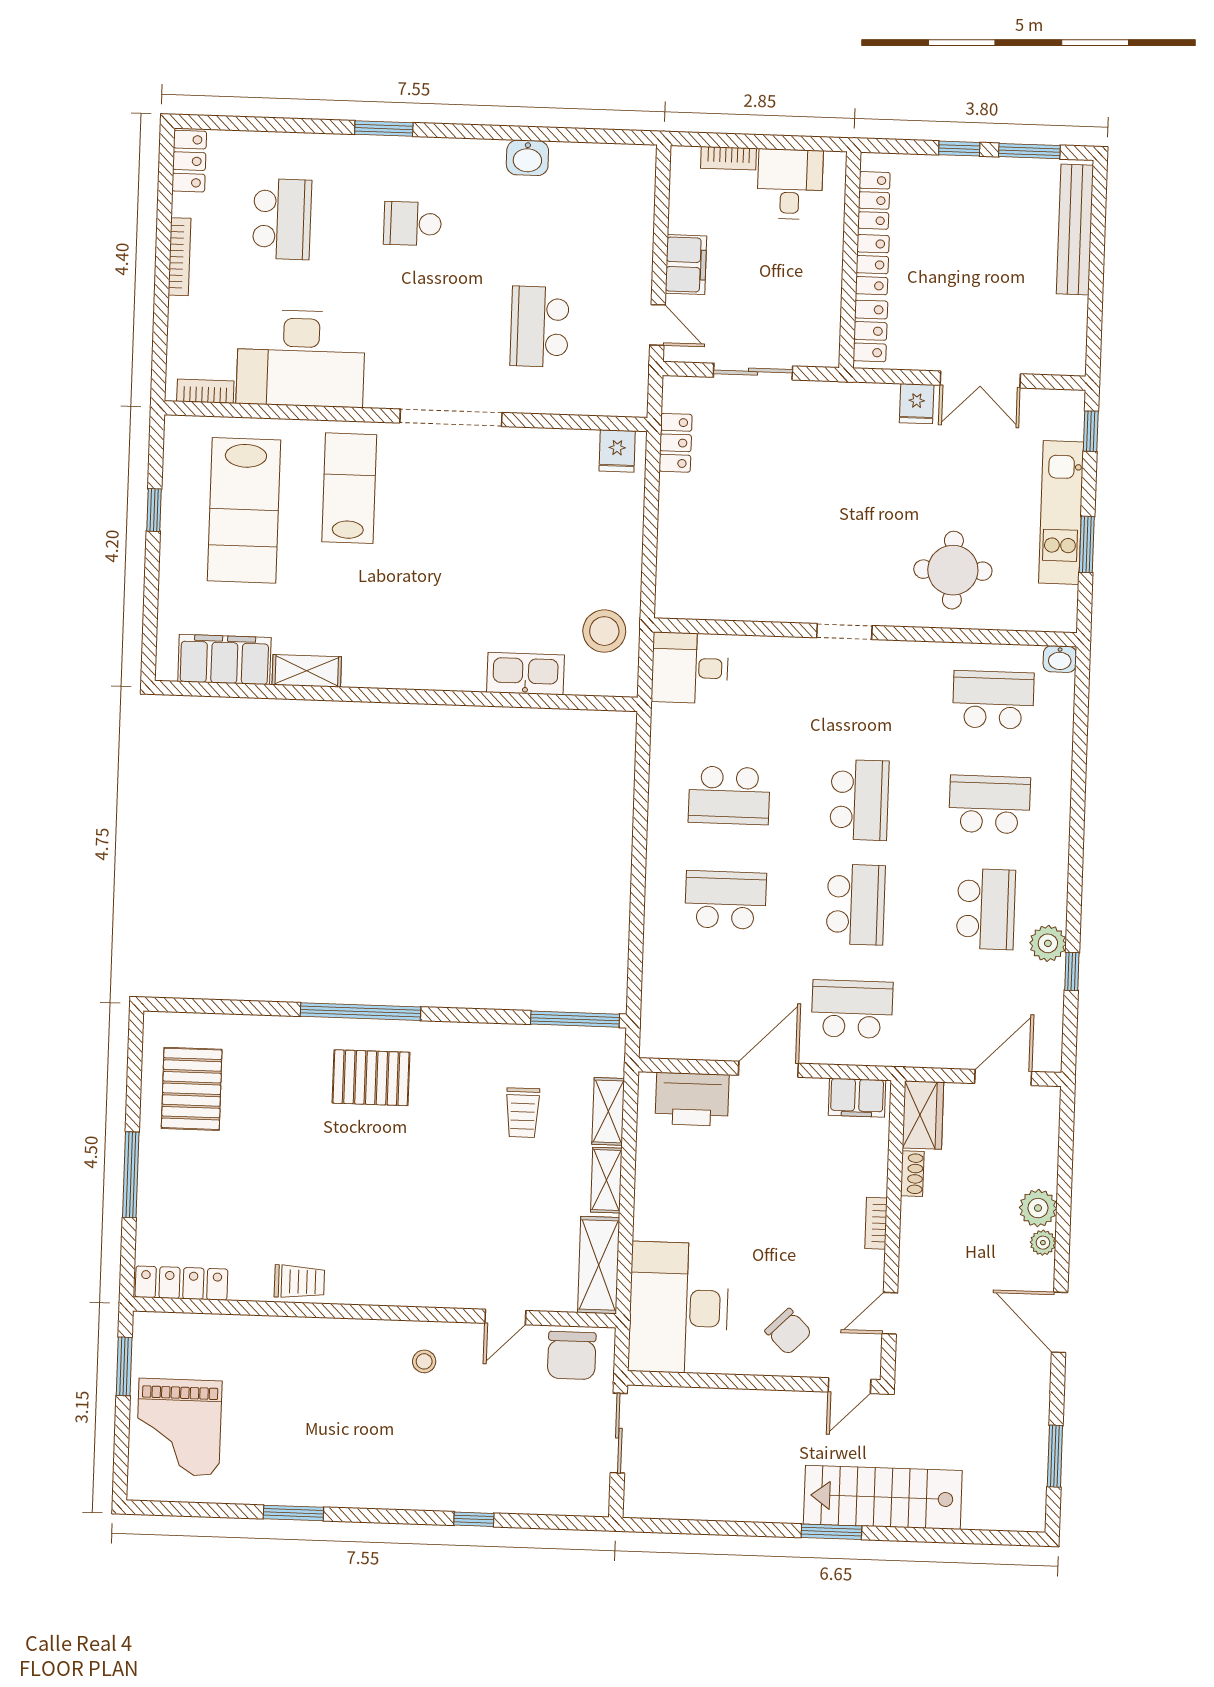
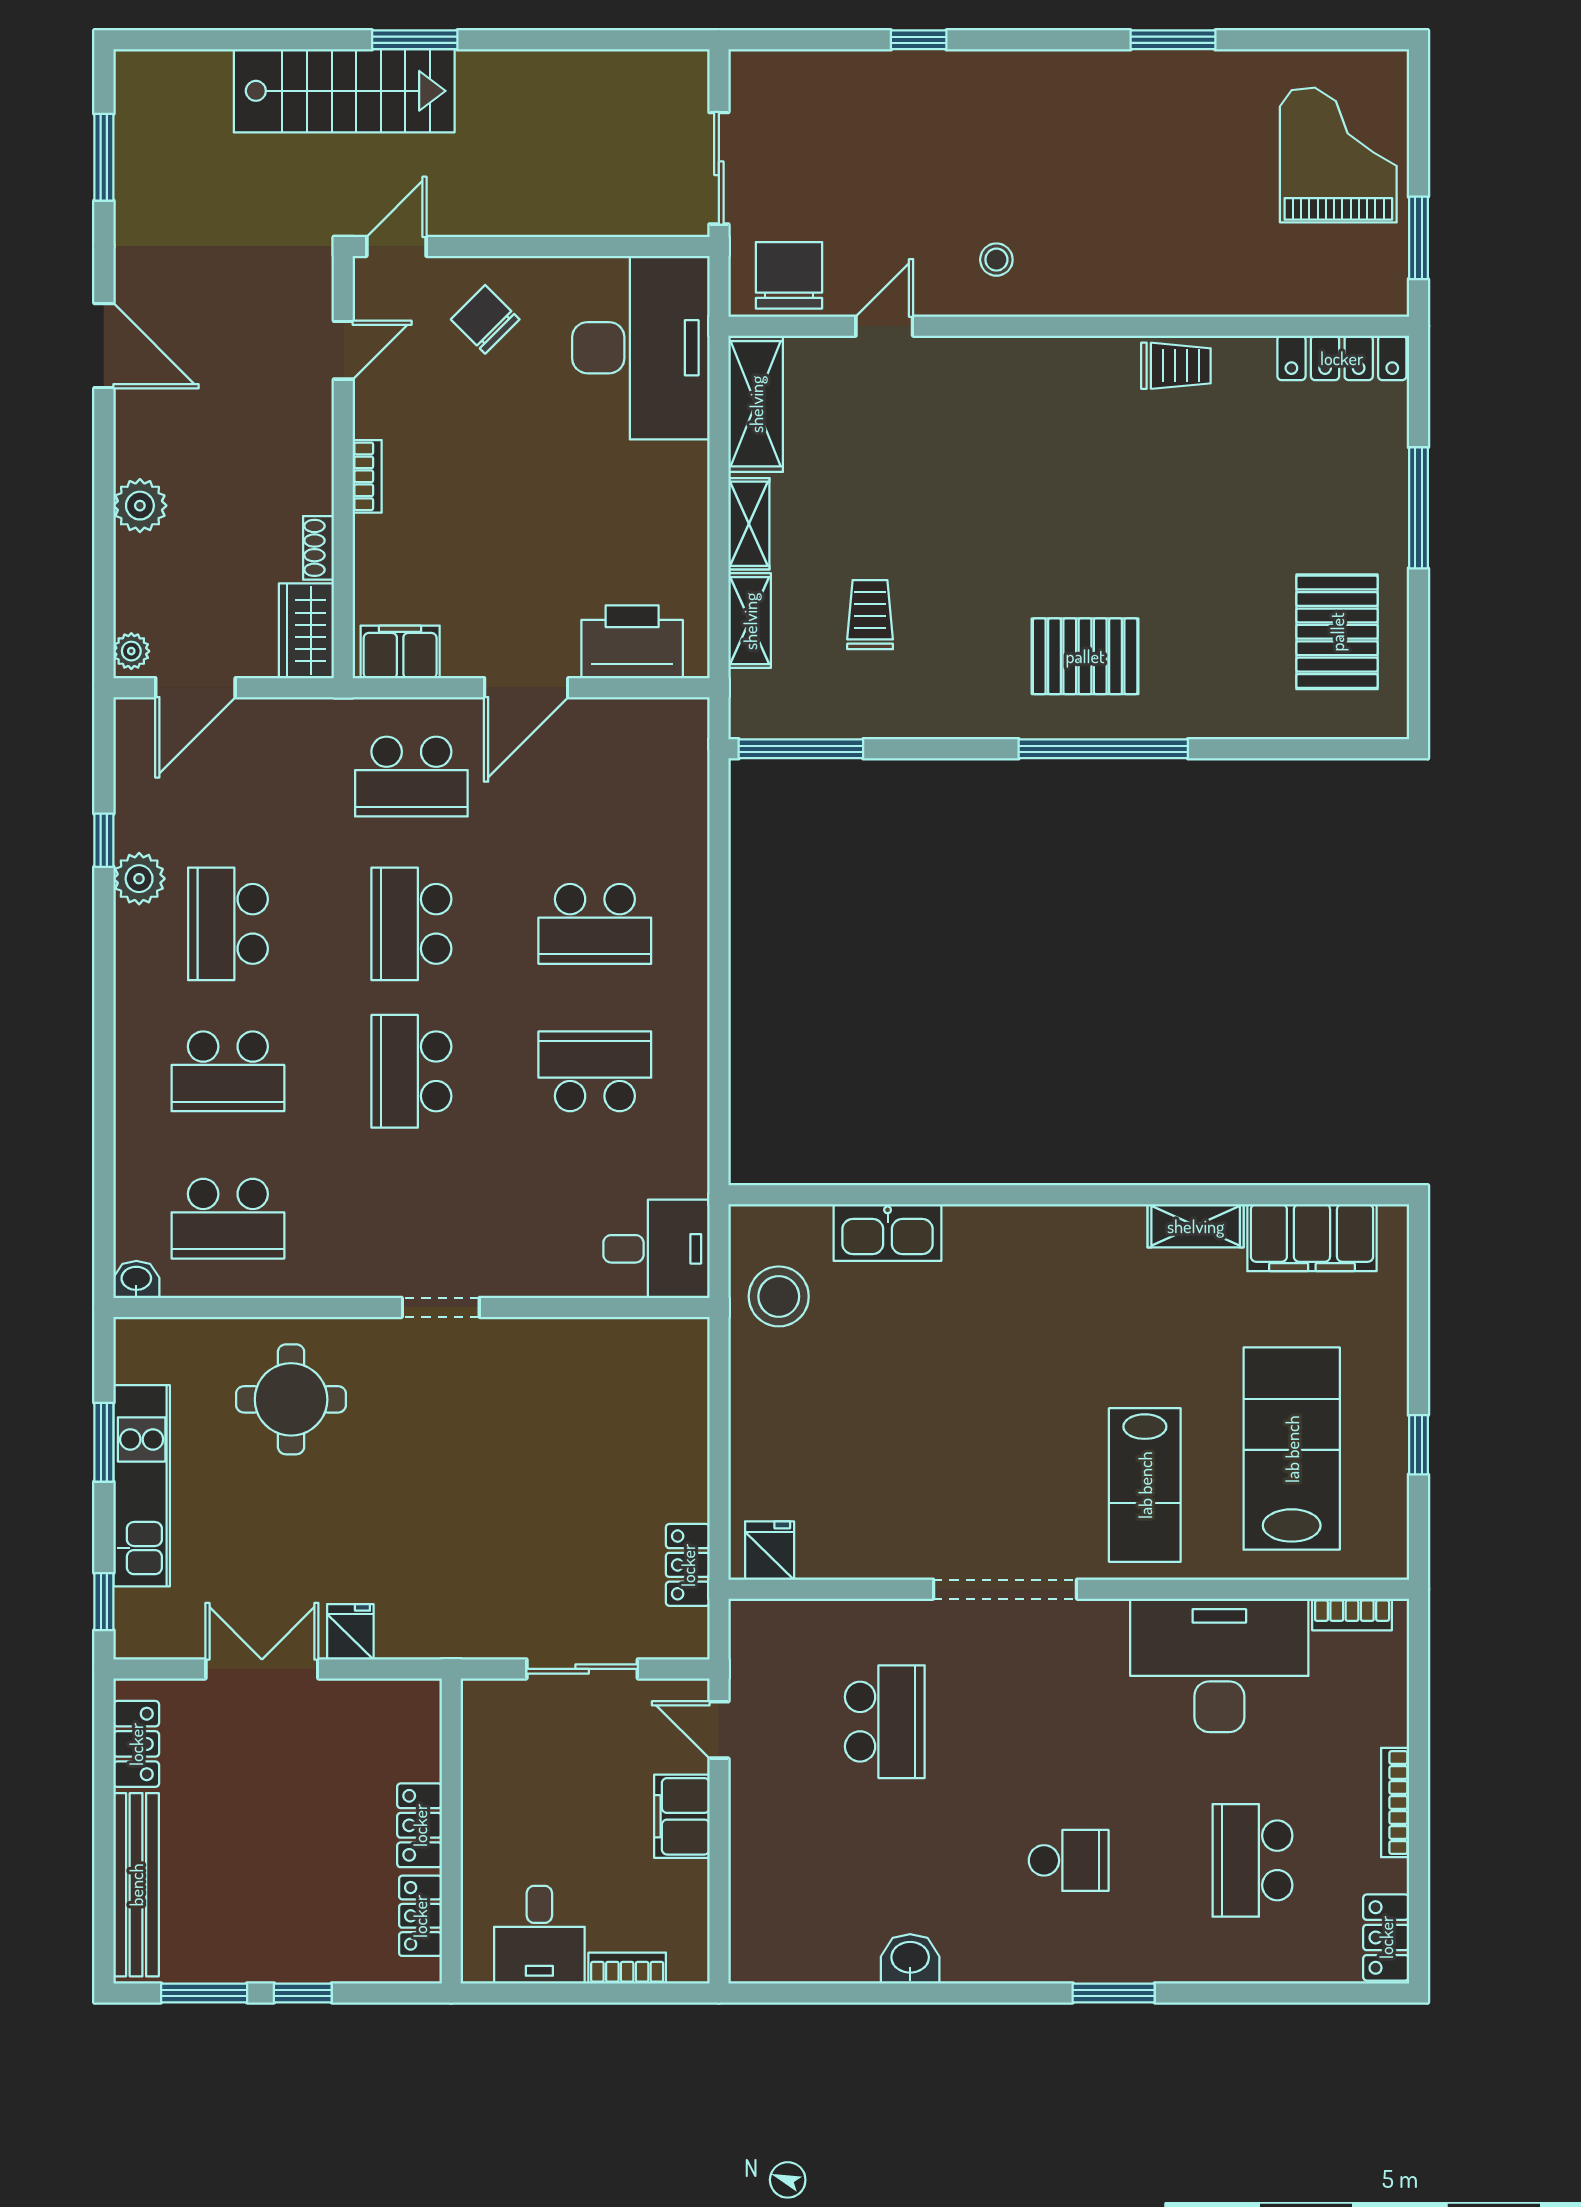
locker: (870, 331) -> (136, 1744), moved, turned 180
plant: (1043, 1243) -> (131, 651), moved
trolley: (299, 1282) -> (1176, 366), turned 180

